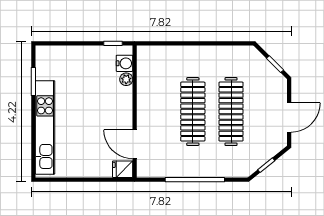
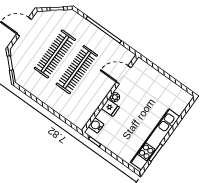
plant: (126, 79) -> (115, 97), moved
kitchen unit: (45, 127) -> (155, 139), moved
door: (135, 144) -> (124, 75), swing flipped
fridge: (123, 169) -> (110, 108), moved

